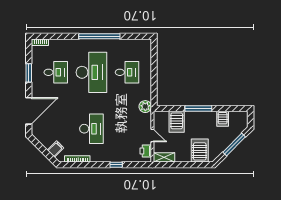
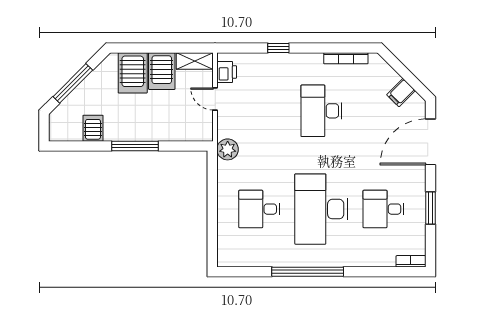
server rack: (177, 122) -> (162, 71), moved, turned 180
filing cabinet: (56, 149) -> (401, 93), moved

